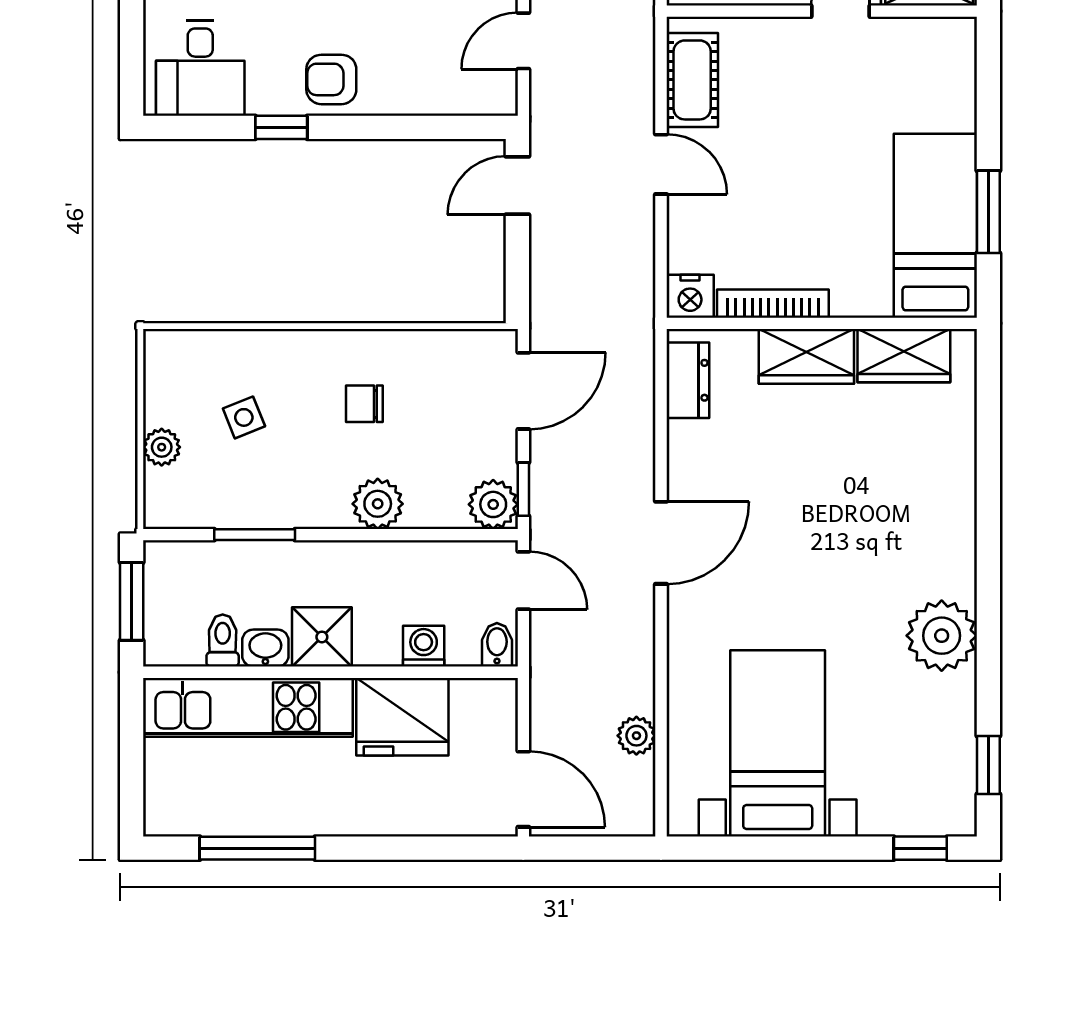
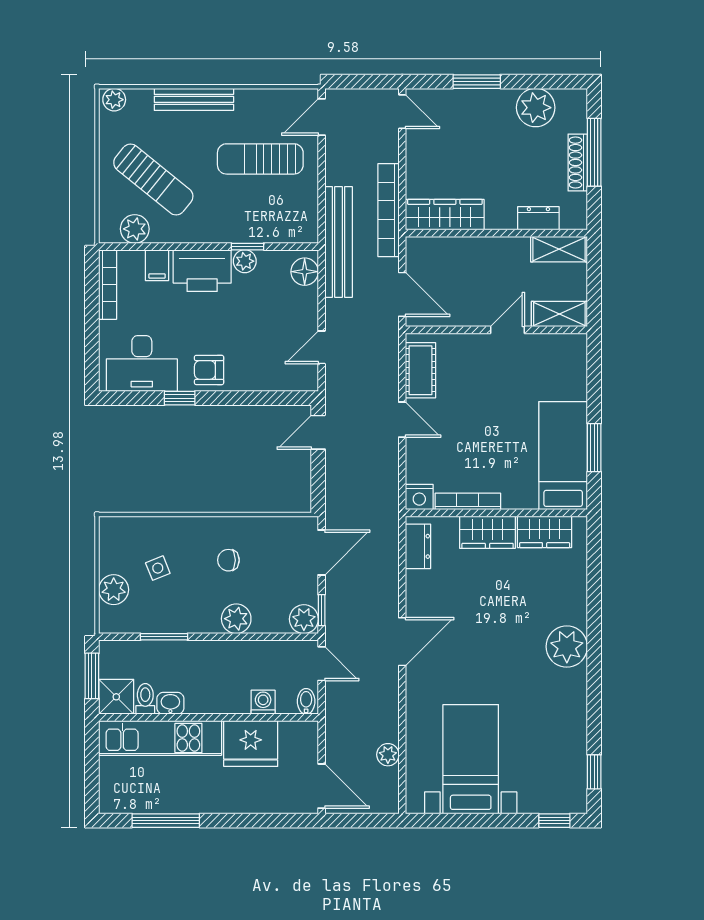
desk: (200, 68) -> (142, 363), width x1.37
plant: (162, 447) -> (114, 590), width x1.38, depth x1.38
plant: (942, 636) -> (567, 647), moved
shower: (322, 637) -> (116, 697), moved

